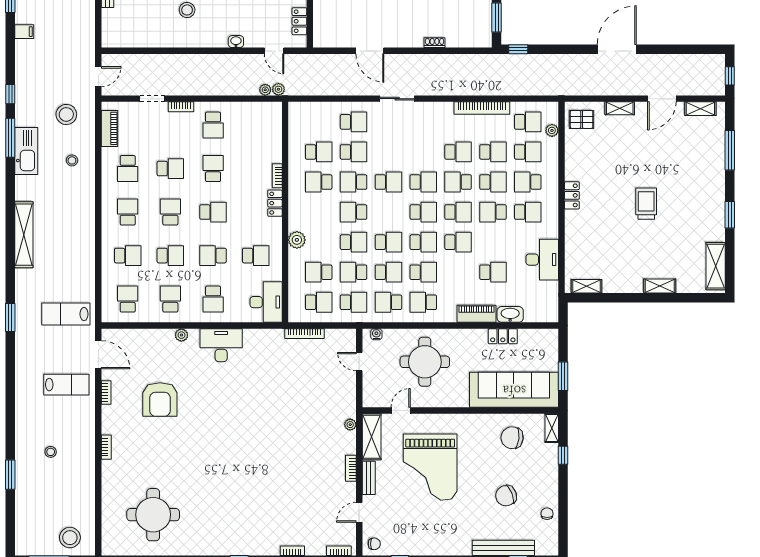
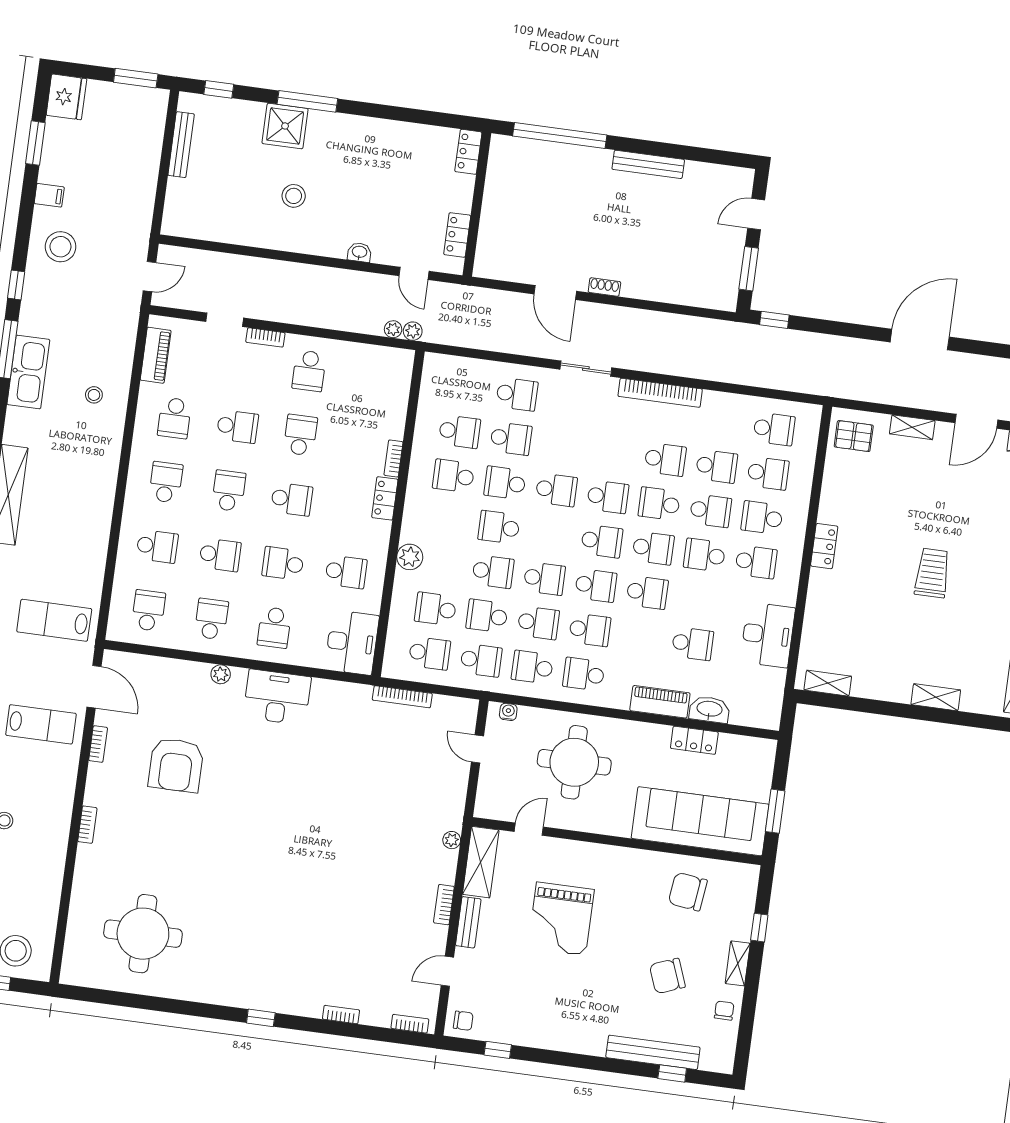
shoe rack: (435, 43) -> (604, 287), moved
bookcase: (482, 108) -> (660, 393), moved
stool: (66, 114) -> (60, 247), moved
plant: (552, 130) -> (808, 446), removed
shelving: (552, 428) -> (738, 963), moved
grand piano: (430, 467) -> (561, 919), width x0.73, depth x0.68

